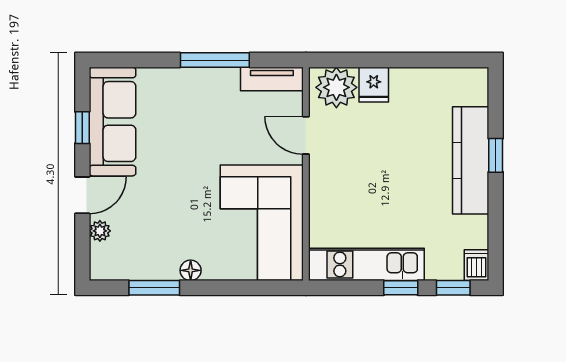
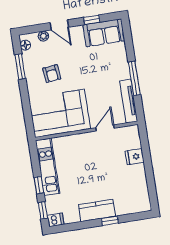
tv unit: (272, 79) -> (129, 101), width x1.41
plant: (336, 87) -> (130, 139), removed
sofa: (113, 122) -> (104, 33), width x0.73
kitchen counter: (471, 160) -> (97, 210), width x0.67
armchair: (179, 226) -> (52, 74), added
floor lamp: (191, 270) -> (25, 45), moved

